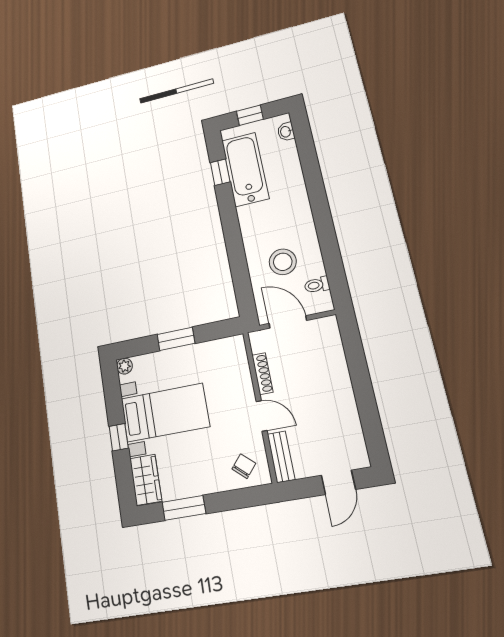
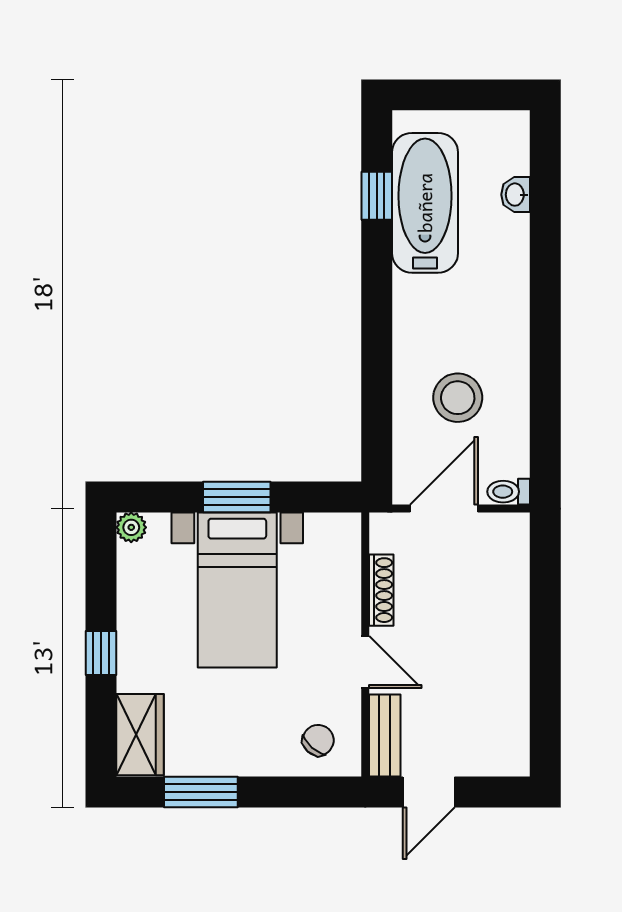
window: (250, 115) -> (455, 95), removed
washbasin: (286, 132) -> (516, 195), moved
toilet: (317, 285) -> (509, 492), moved
door: (288, 322) -> (444, 509), hinge flipped
bed with nightstands: (165, 413) -> (237, 590), moved, turned 90
door: (338, 482) -> (429, 792), moved

